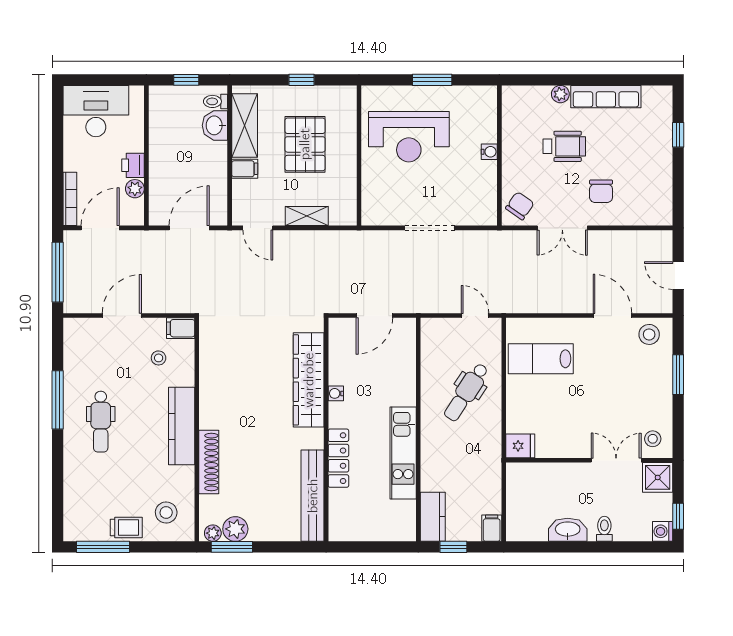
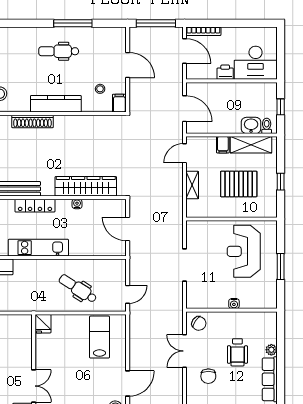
desk: (96, 111) -> (256, 63), moved, turned 90
plant: (135, 189) -> (210, 73), removed
chair: (601, 191) -> (208, 376), turned -90

